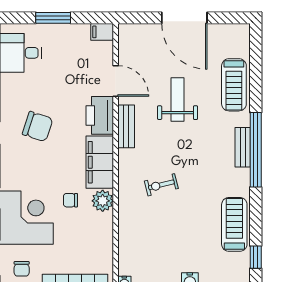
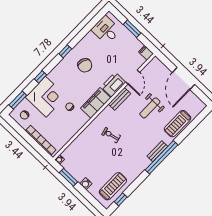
weight bench: (178, 100) -> (150, 108), turned 180
plant: (103, 201) -> (82, 119), removed
treadmill: (234, 224) -> (113, 186), moved

